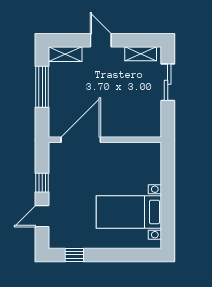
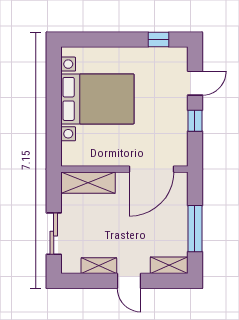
shelving: (141, 54) -> (99, 266), moved
shelving: (137, 128) -> (88, 183), added
bed with nightstands: (129, 212) -> (97, 99), width x1.36

